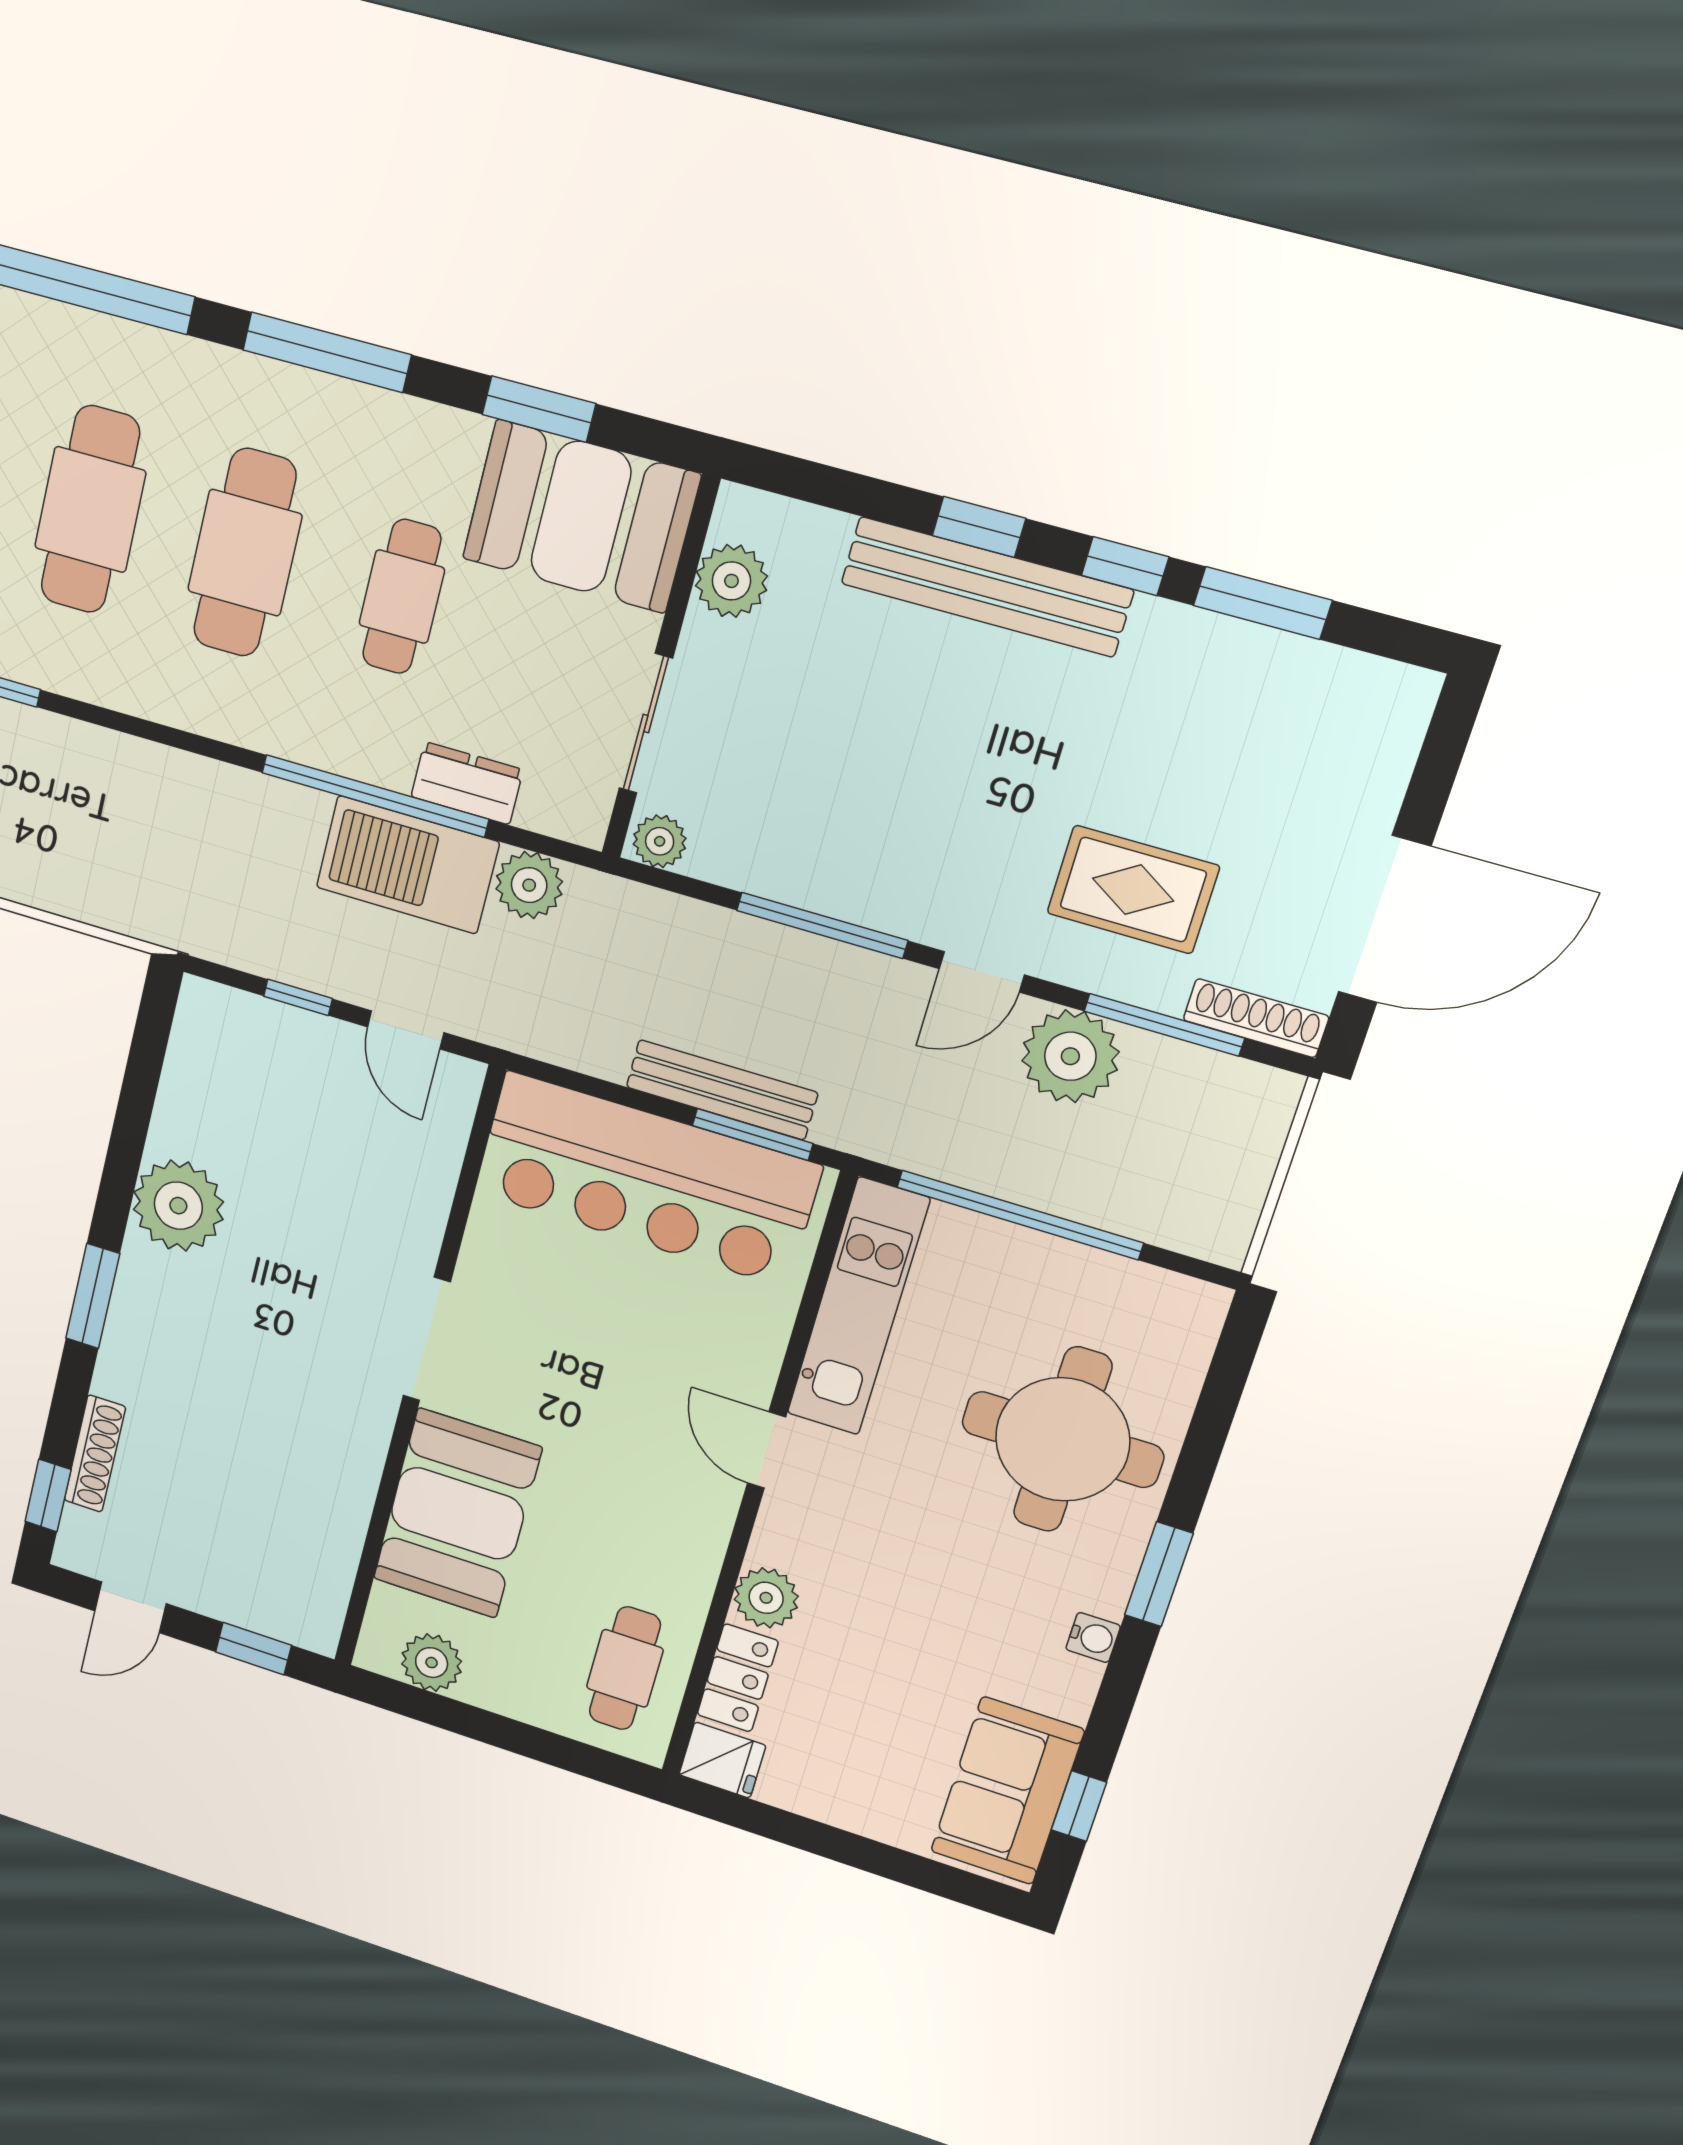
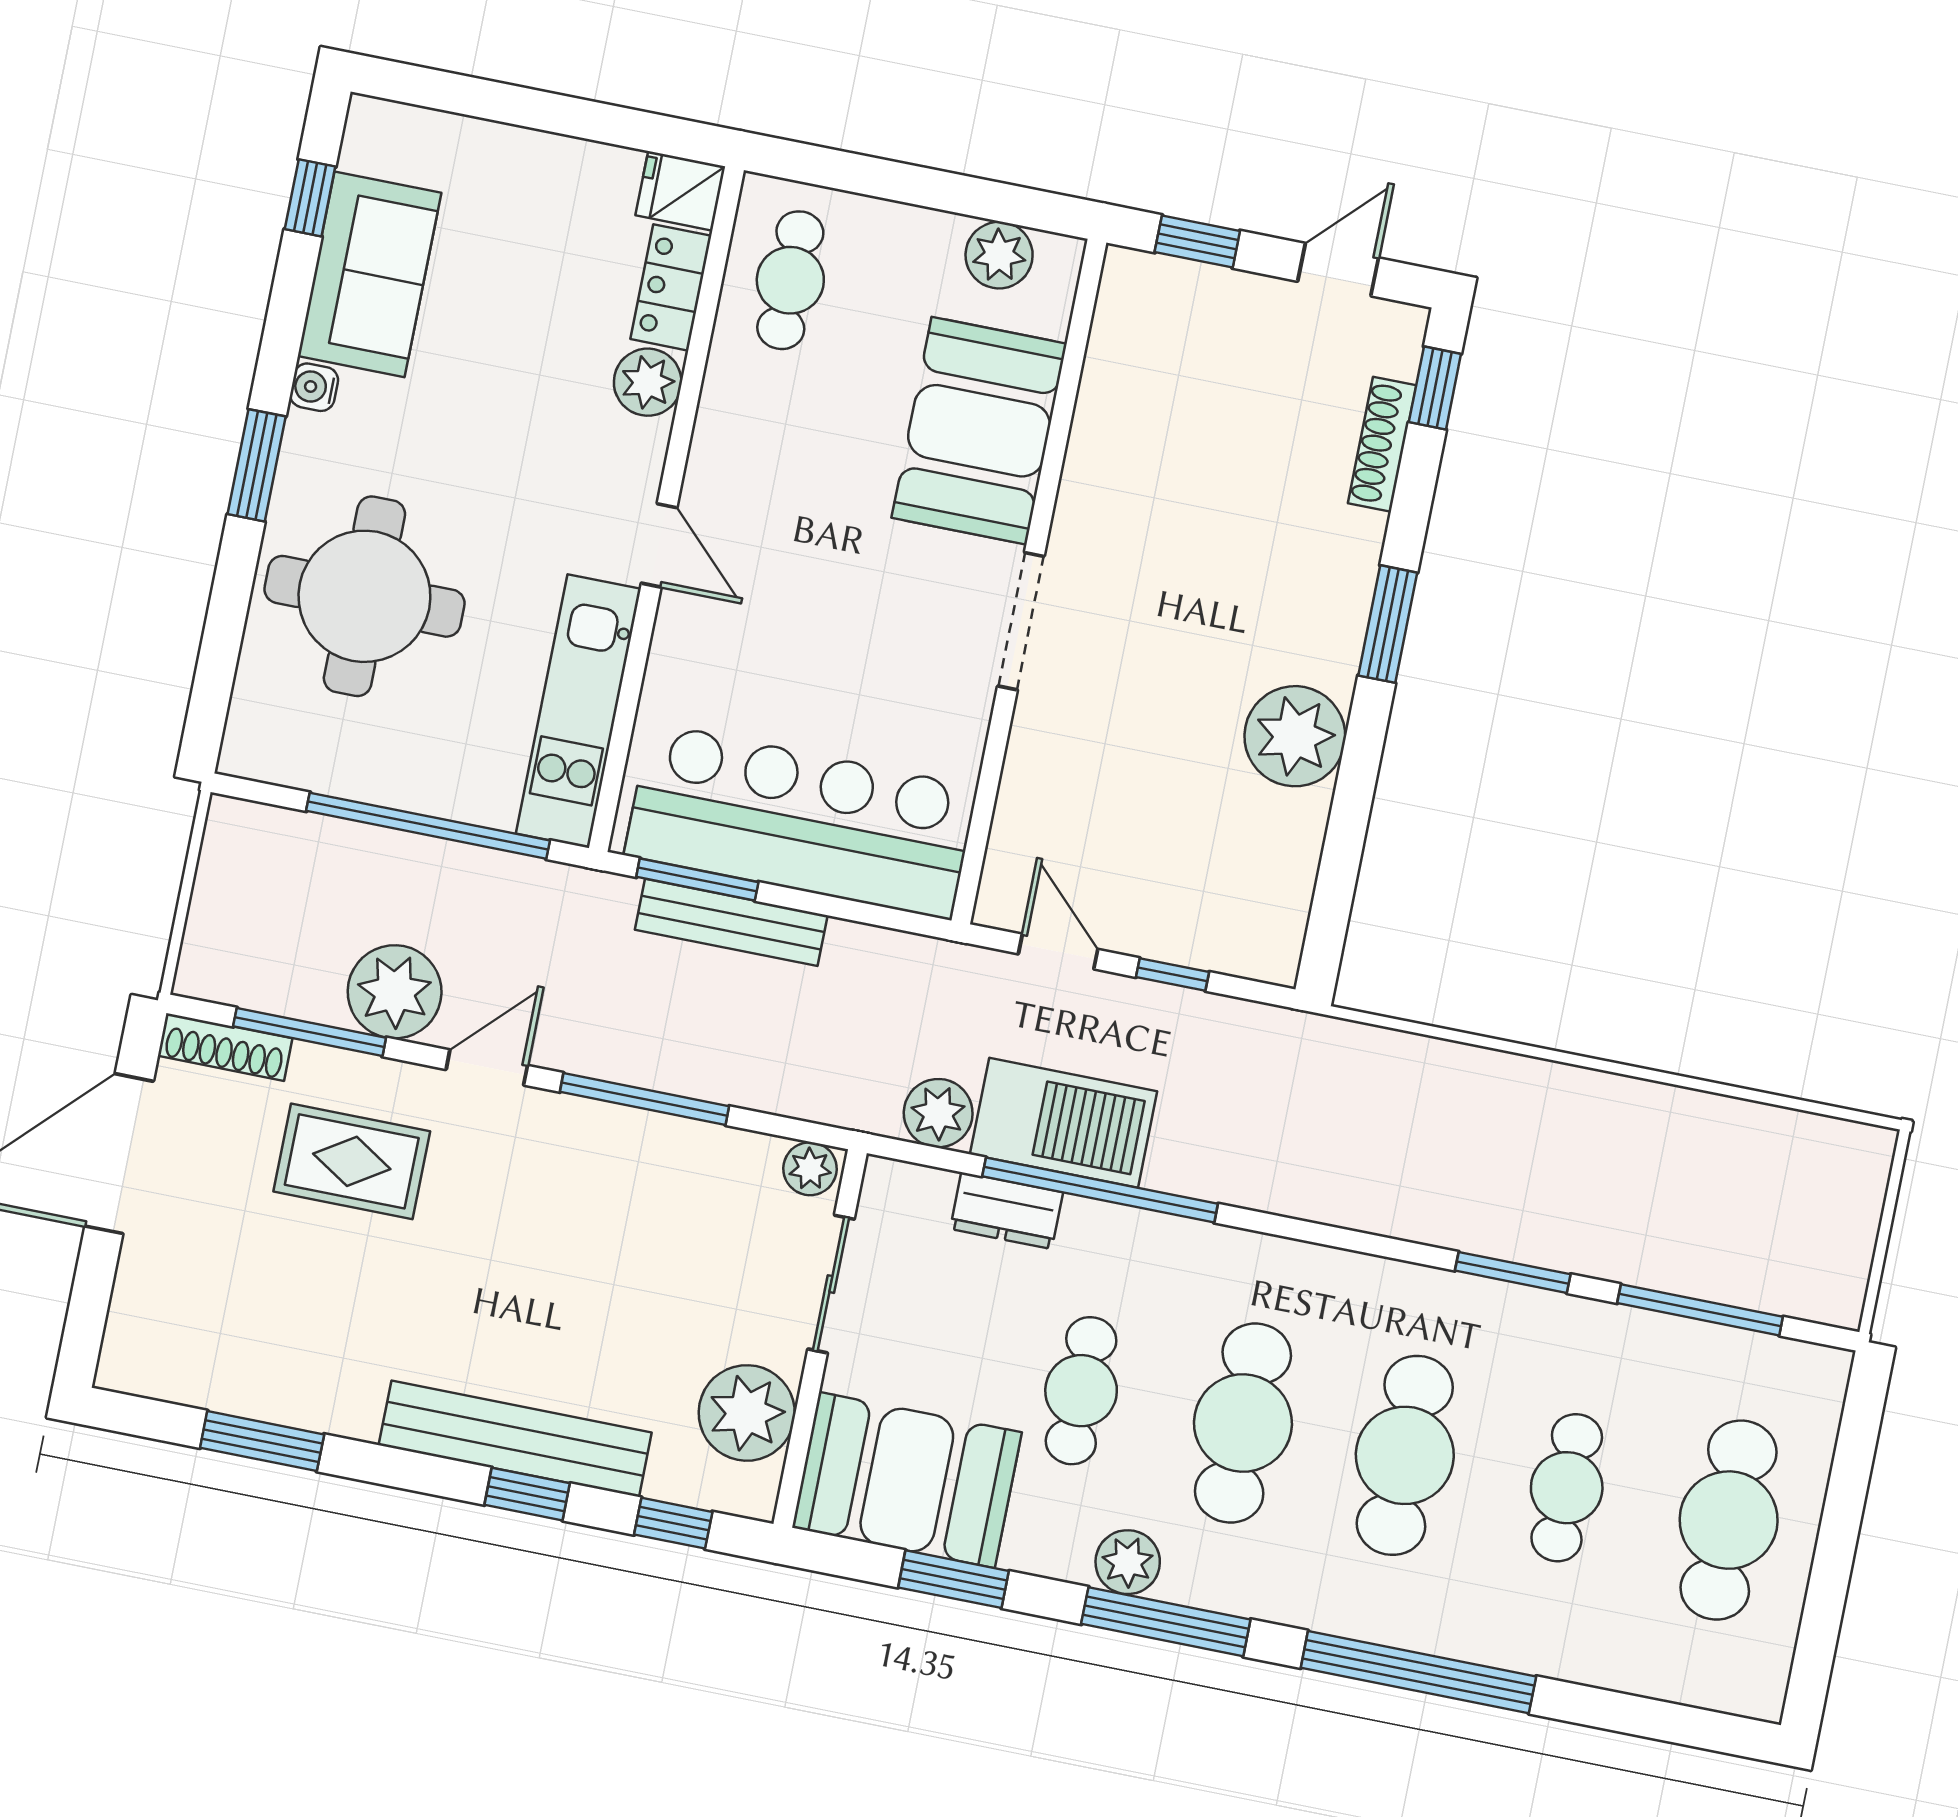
plant: (363, 417) -> (1128, 1562), added
window: (1125, 566) -> (673, 1523), moved
plant: (731, 581) -> (747, 1413), width x1.36, depth x1.36
sofa: (1007, 1791) -> (369, 274), moved

